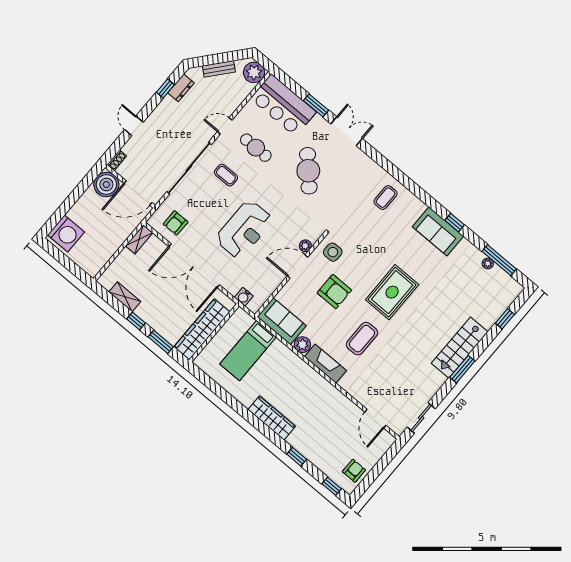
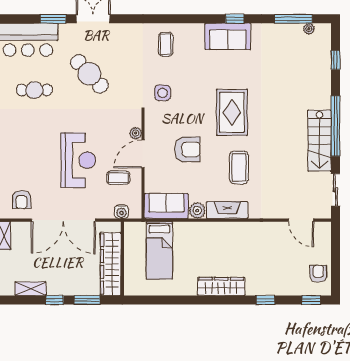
coffee table: (226, 175) -> (118, 178), moved
side table: (333, 252) -> (163, 93), moved
plant: (488, 264) -> (309, 29), moved
stairs: (460, 348) -> (319, 141), moved
window: (462, 369) -> (335, 126), width x2.11

